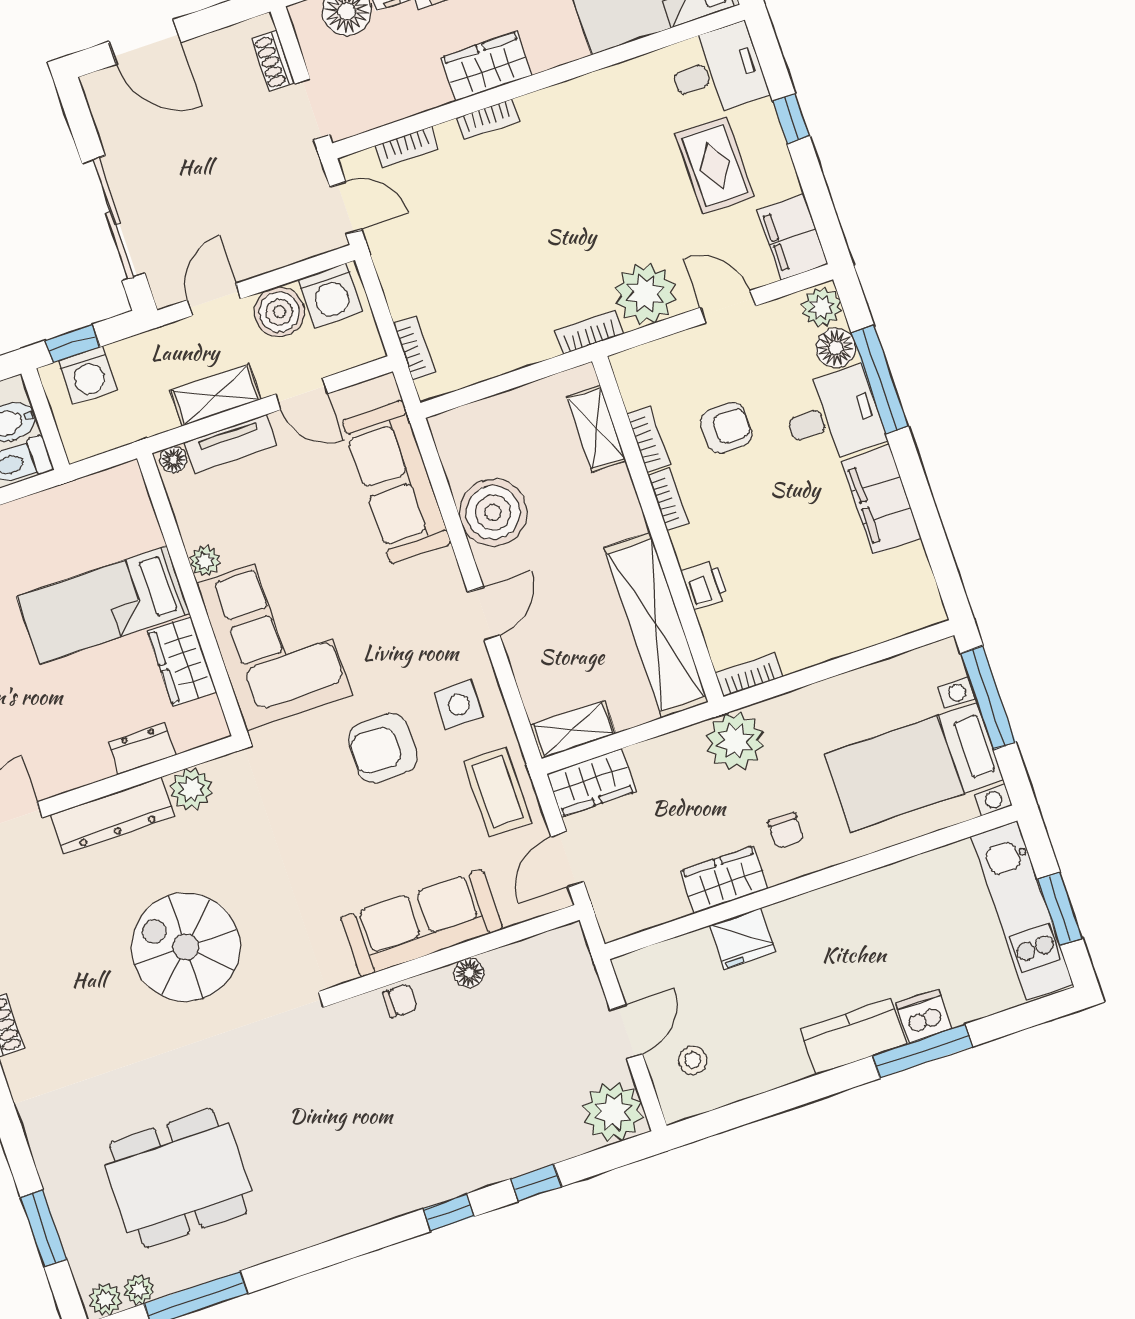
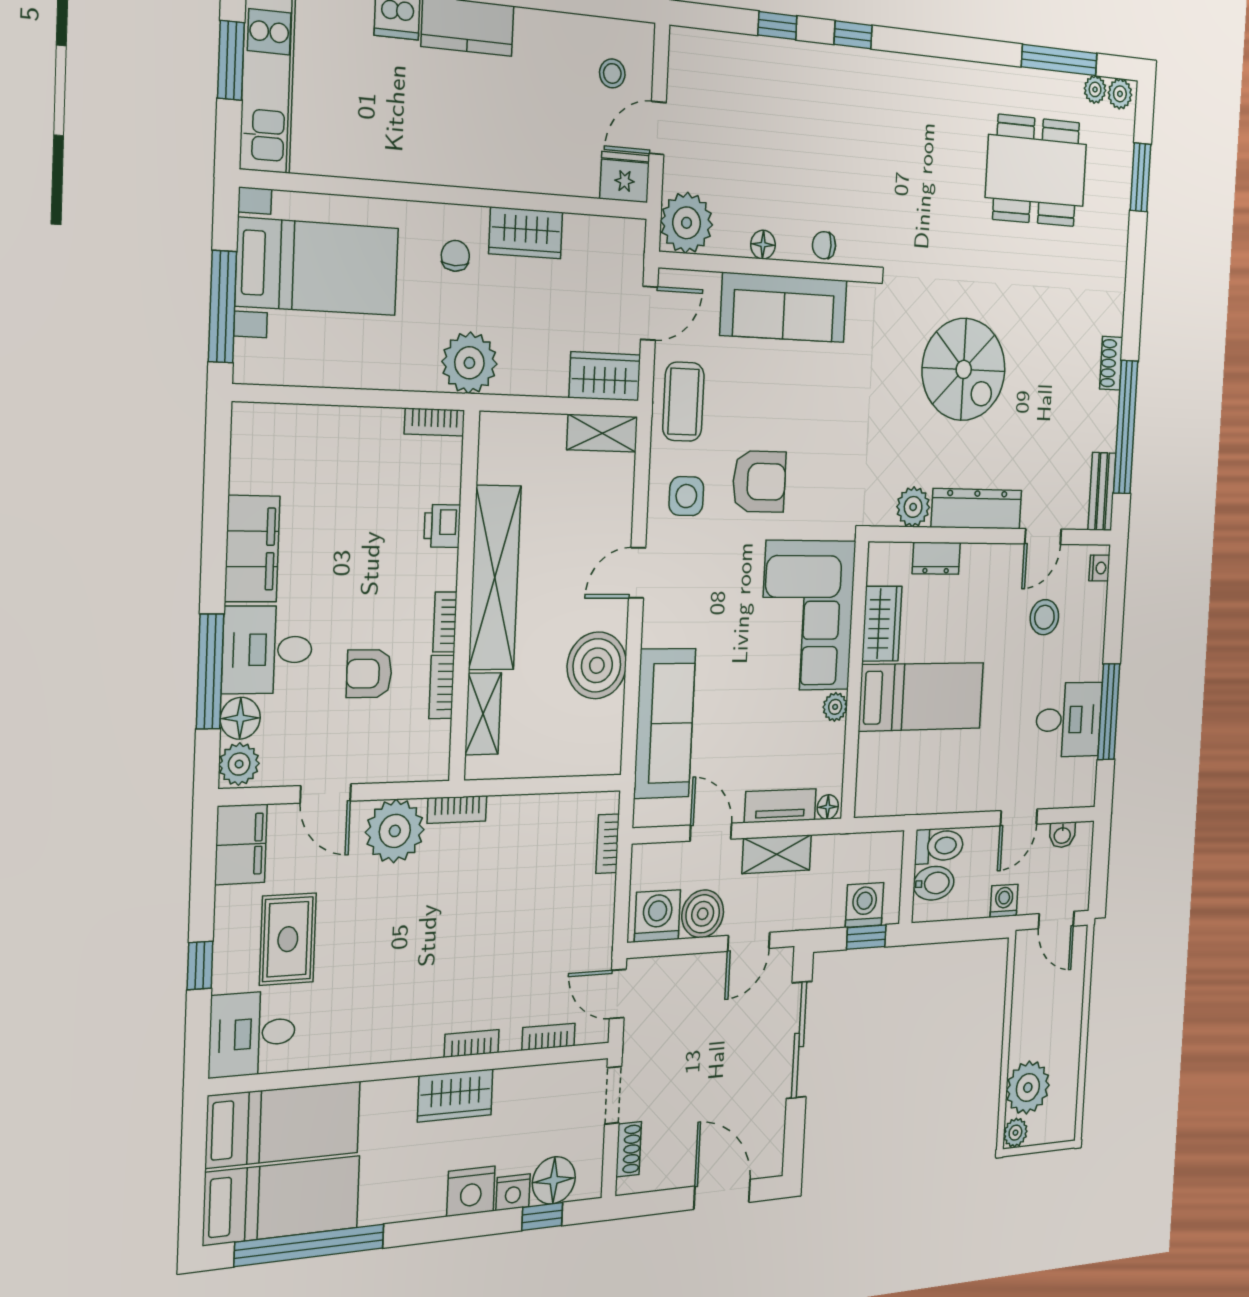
shelving: (656, 625) -> (495, 578), moved
fridge: (743, 938) -> (625, 177), moved
plant: (613, 1112) -> (687, 223), moved

